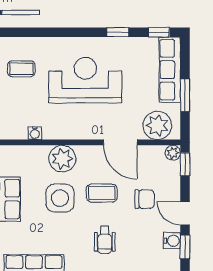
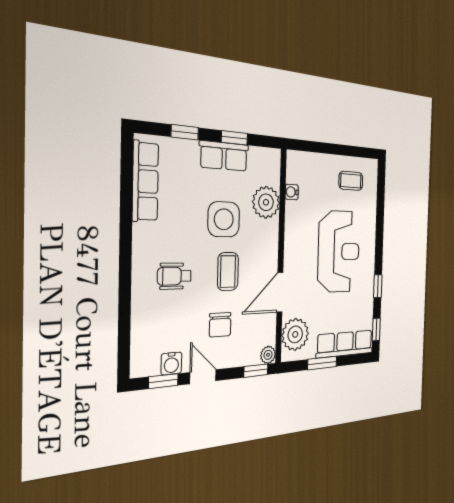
coffee table: (21, 69) -> (351, 181), turned 90
plant: (62, 159) -> (266, 202), moved
door: (185, 213) -> (203, 377), hinge flipped

